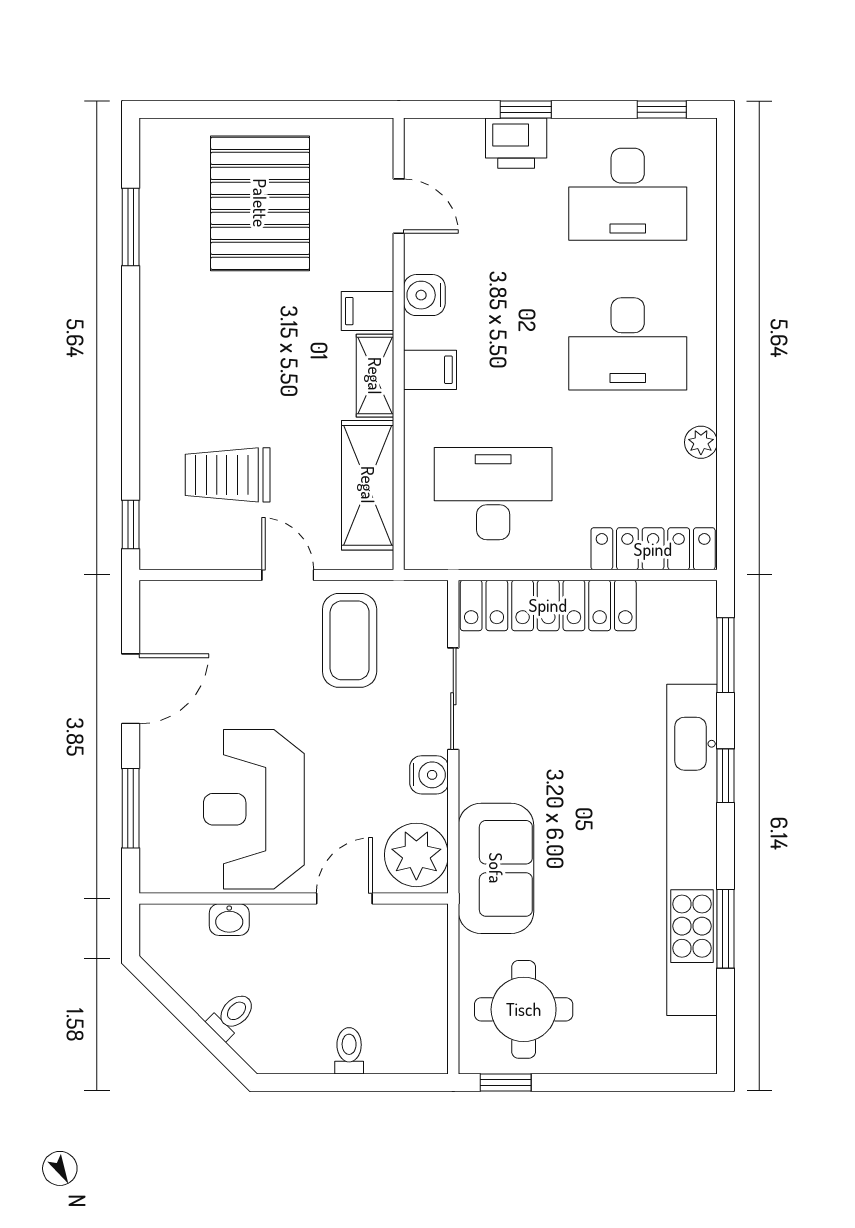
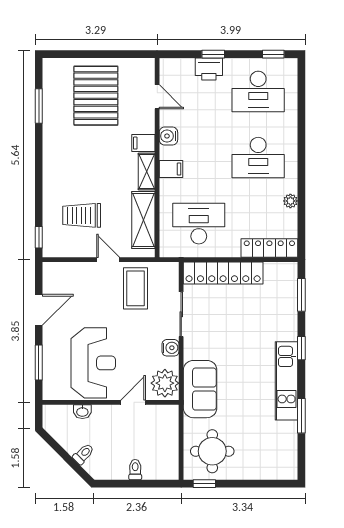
reception desk: (254, 809) -> (93, 363), turned 180
kitchen unit: (692, 850) -> (287, 381), width x0.54

